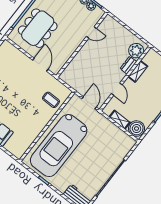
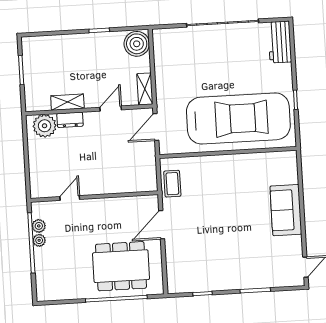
door: (91, 32) -> (70, 198), hinge flipped
coffee table: (51, 100) -> (172, 184), moved
shelving: (120, 120) -> (145, 89), moved

